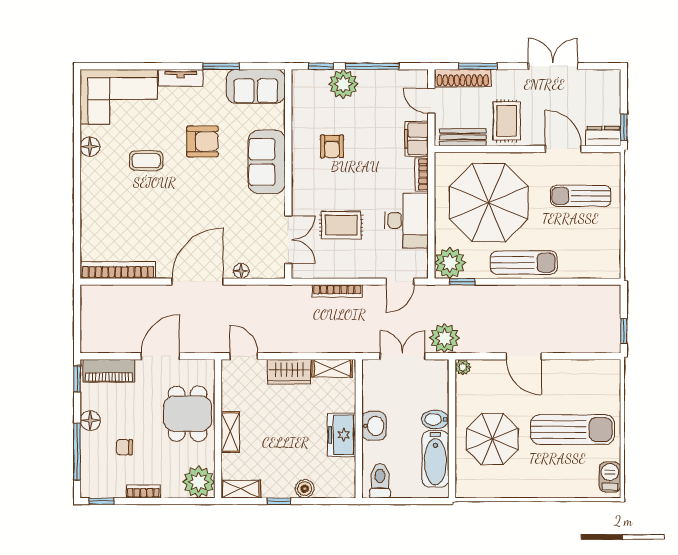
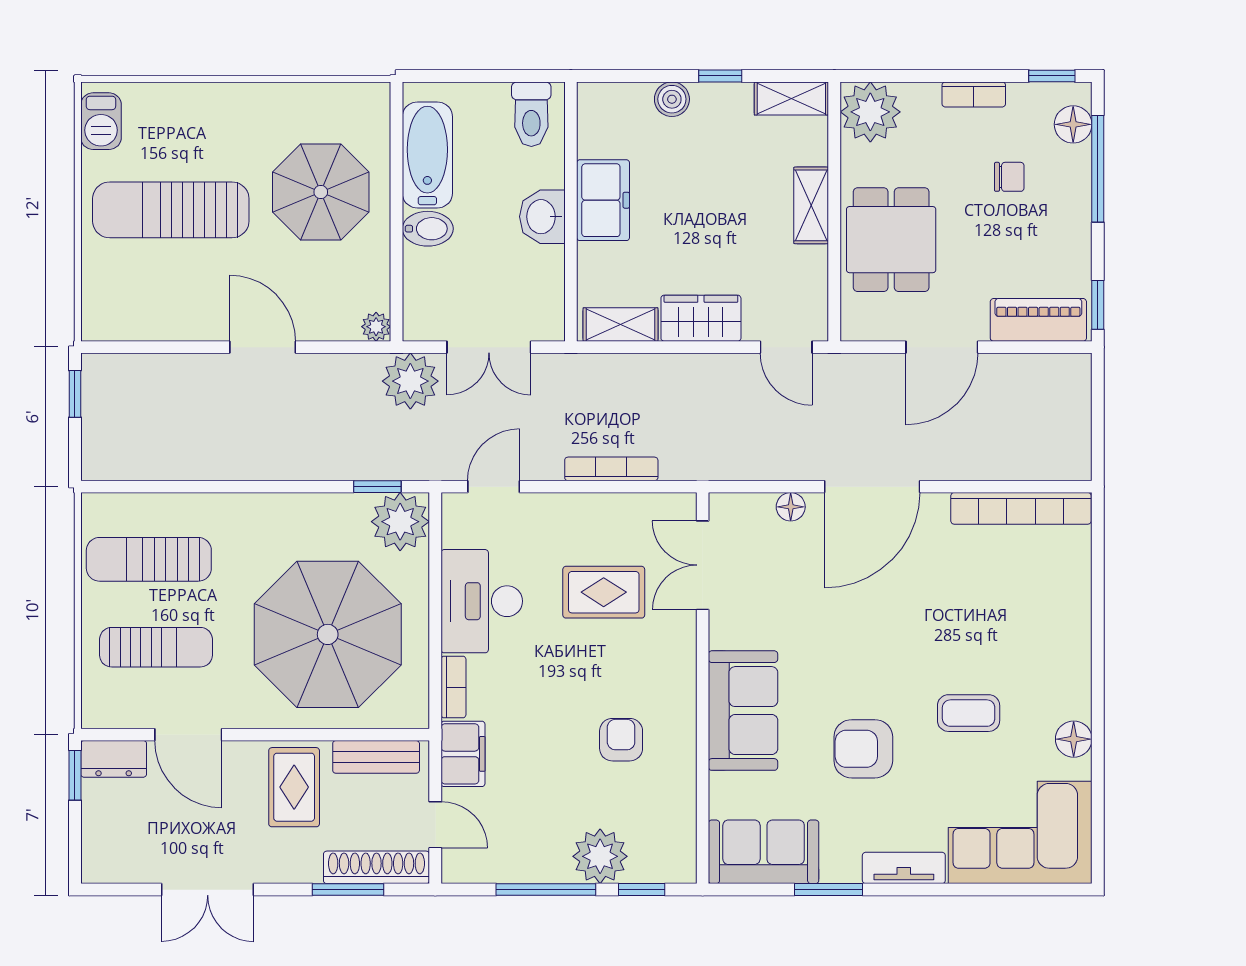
sun lounger: (524, 263) -> (149, 559), moved
floor lamp: (90, 421) -> (1073, 124), moved

